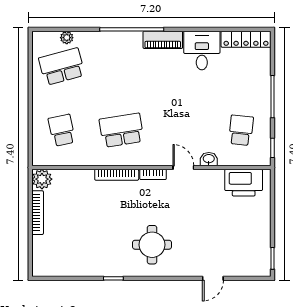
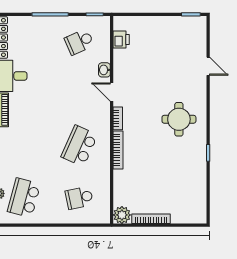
school desk: (62, 67) -> (24, 198), turned 30
school desk: (121, 130) -> (79, 146), turned 33
school desk: (241, 130) -> (79, 42), turned -30
door: (183, 167) -> (112, 92), hinge flipped
printer: (244, 183) -> (121, 40), width x0.53, depth x0.68

